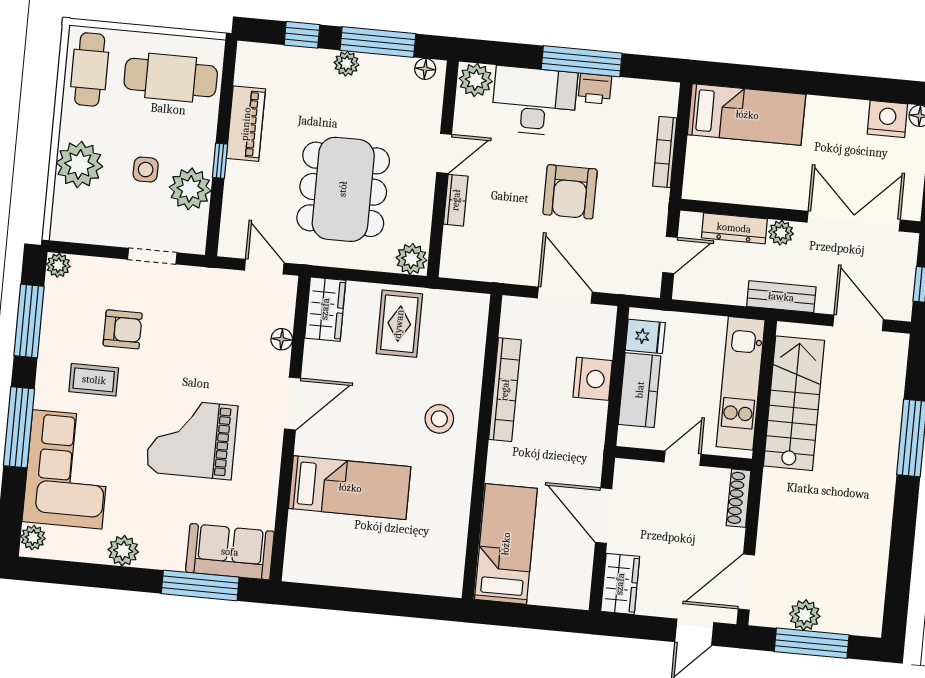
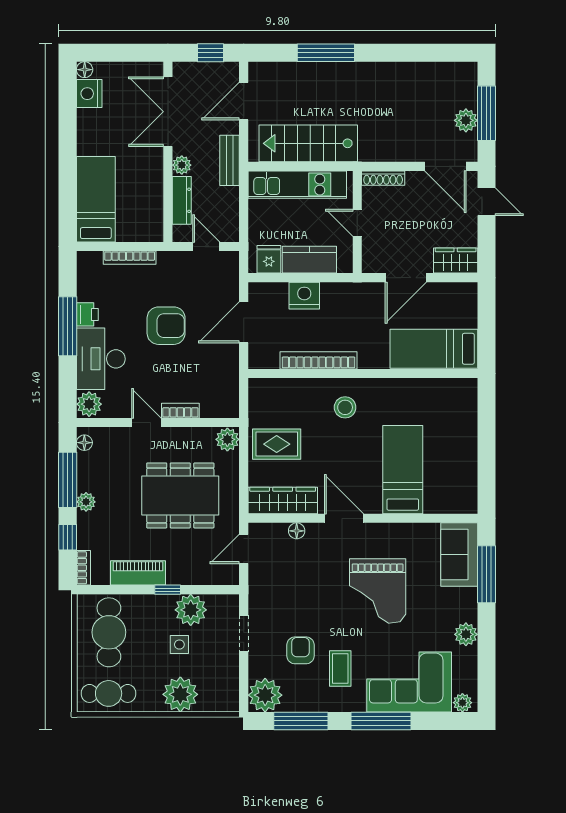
bookcase: (259, 52) -> (83, 568), added
plant: (58, 265) -> (265, 695), width x1.88, depth x1.88
wardrobe: (325, 309) -> (283, 500), width x1.50

